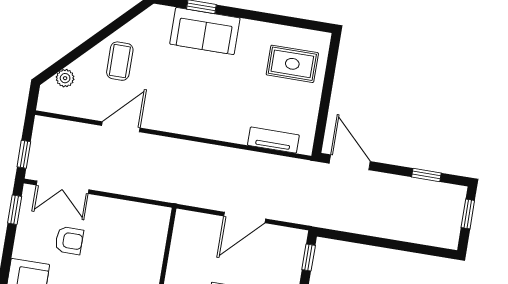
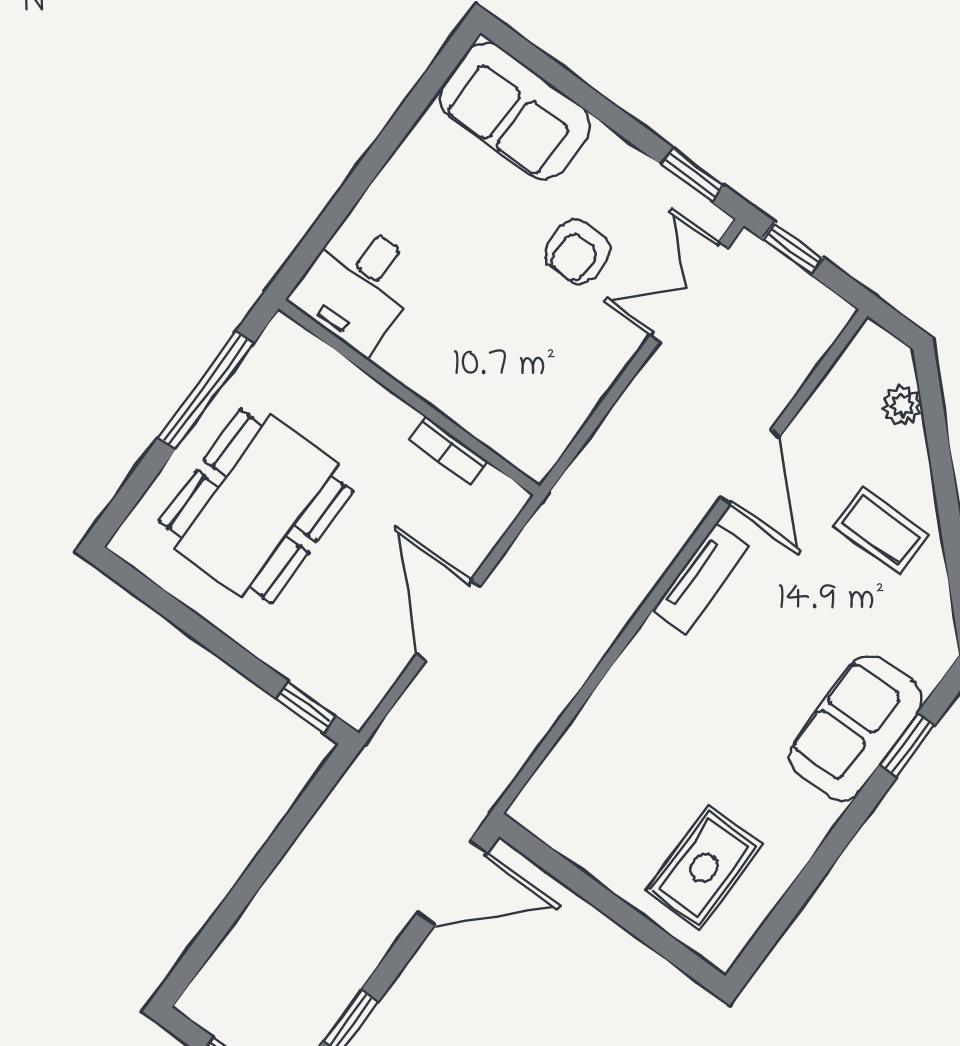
tv unit: (273, 140) -> (701, 578), moved
bookcase: (176, 252) -> (448, 451), added

